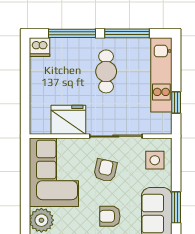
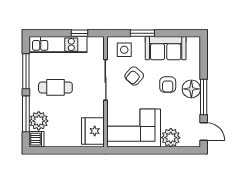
plant: (63, 50) -> (39, 121), added
fridge: (68, 120) -> (93, 131), moved
armchair: (105, 170) -> (134, 76), moved, turned -60
window: (176, 207) -> (142, 33), moved

